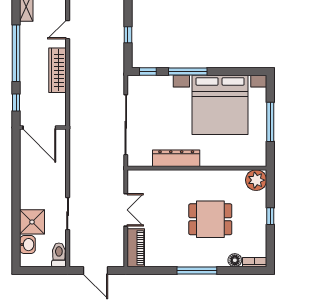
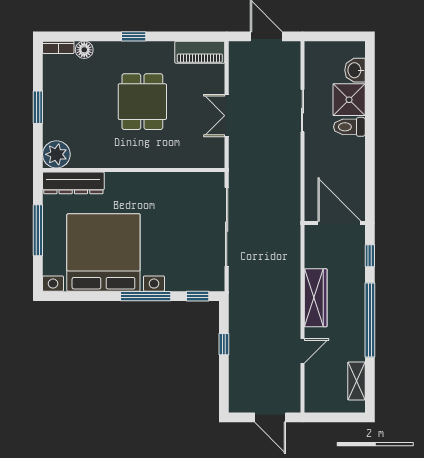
dresser: (176, 158) -> (73, 183), moved
window: (270, 216) -> (38, 107), width x1.50
dining table: (210, 219) -> (142, 102), moved, turned 90
piano: (136, 248) -> (200, 52), moved, turned -90
toilet: (59, 255) -> (349, 127), moved, turned 90
window: (197, 271) -> (134, 36), width x0.46

